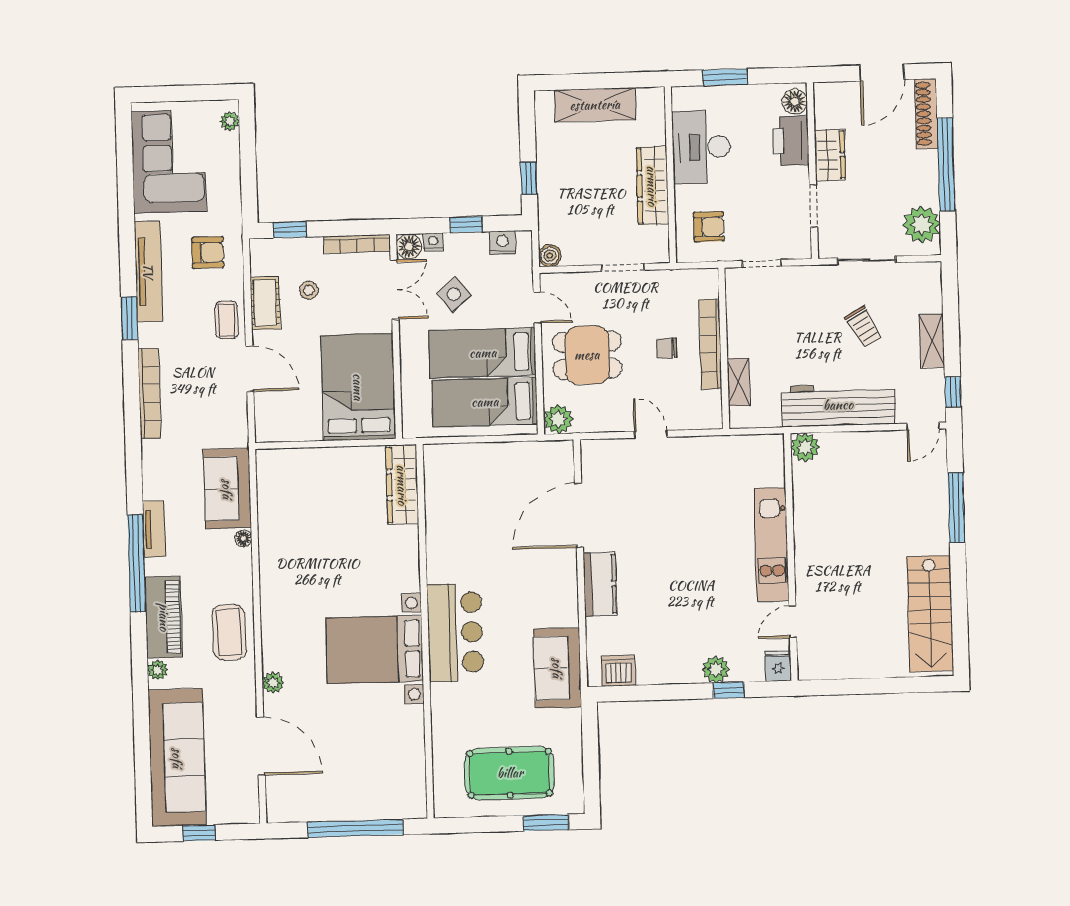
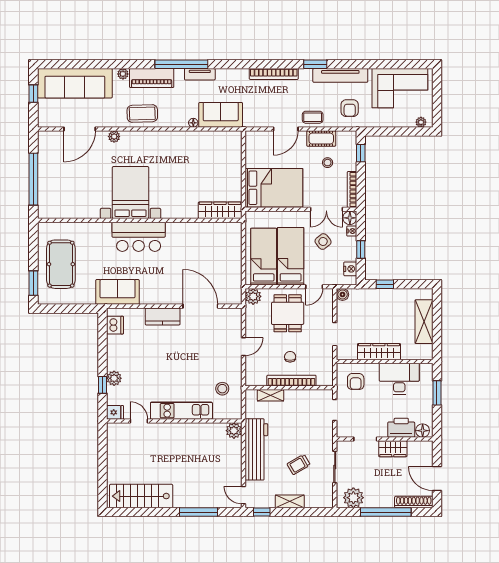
stool: (729, 471) -> (222, 389), added

